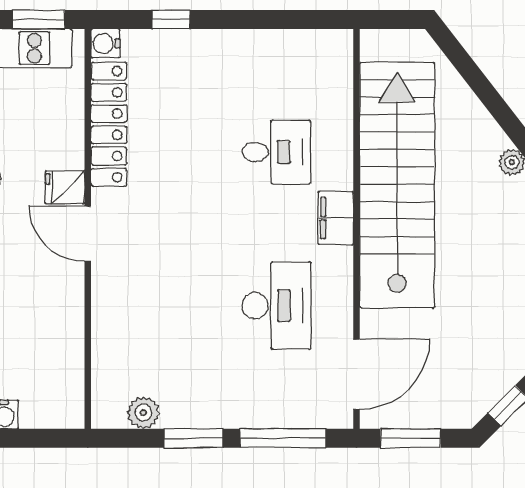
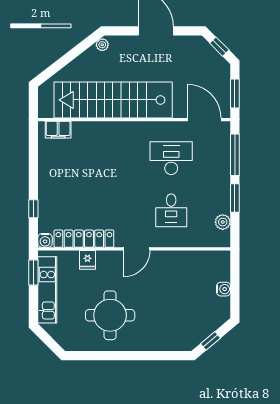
desk: (276, 152) -> (171, 210), moved, turned 180
fridge: (65, 187) -> (88, 260), moved
filing cabinet: (336, 218) -> (58, 130), moved

